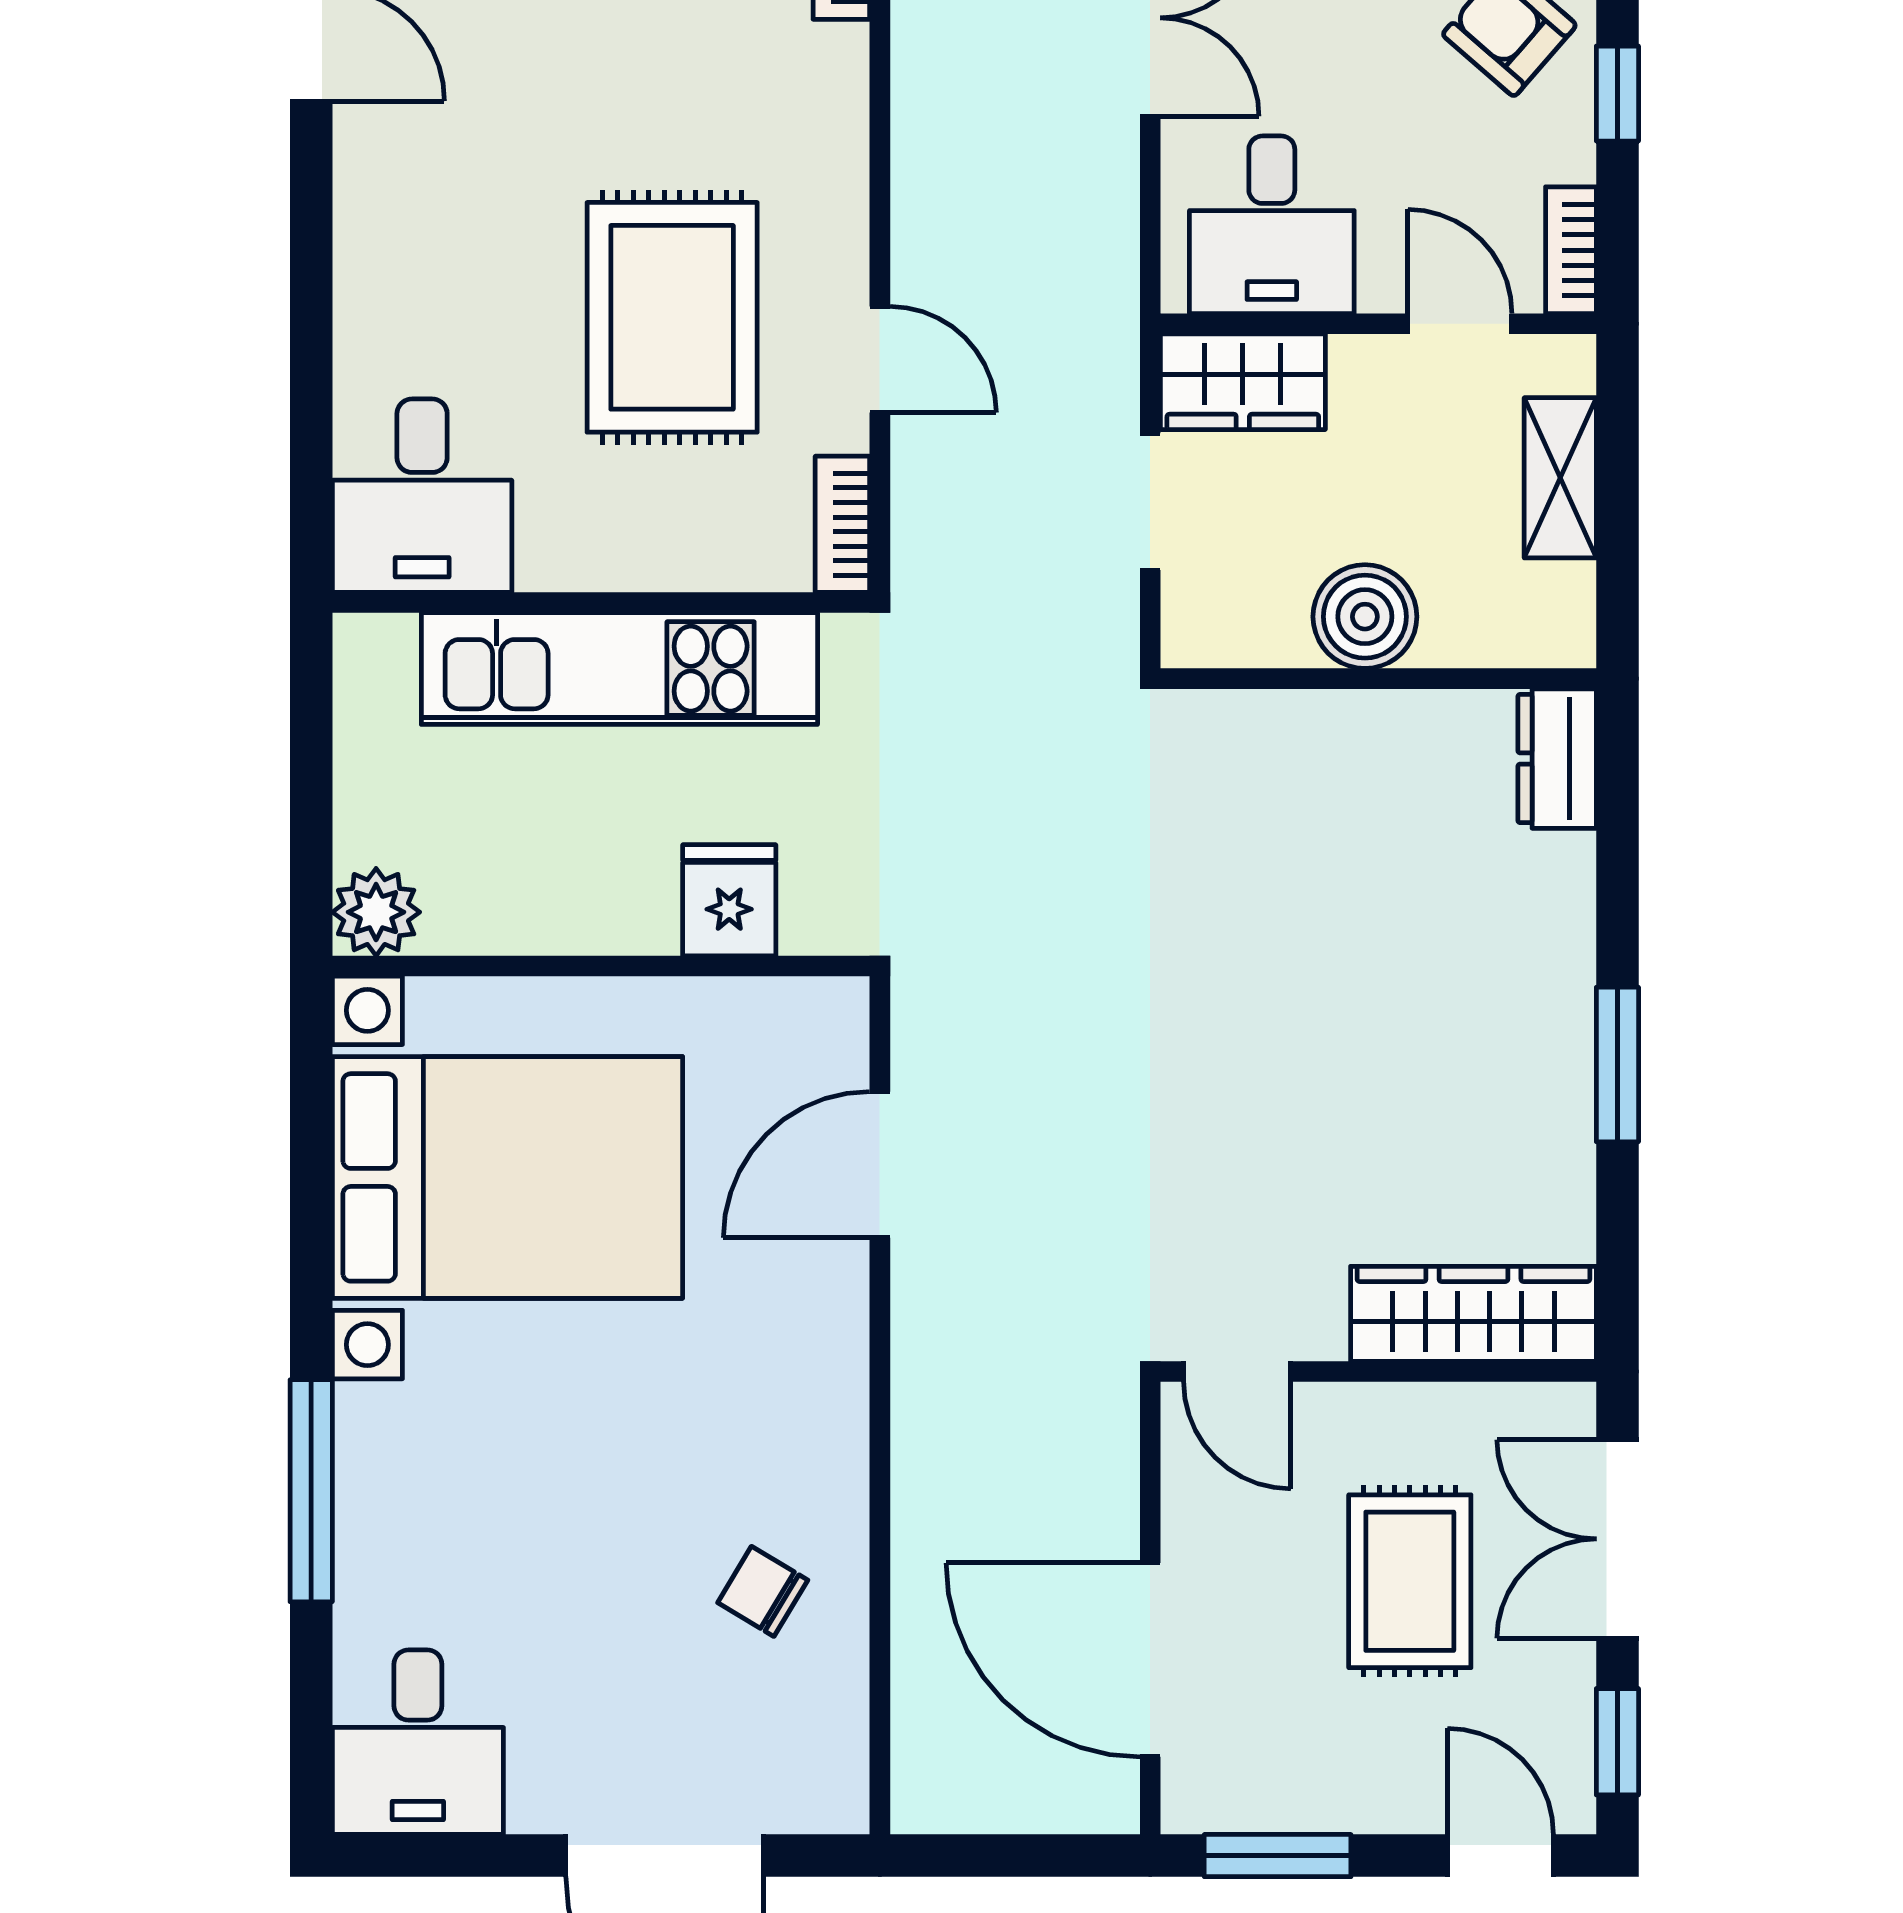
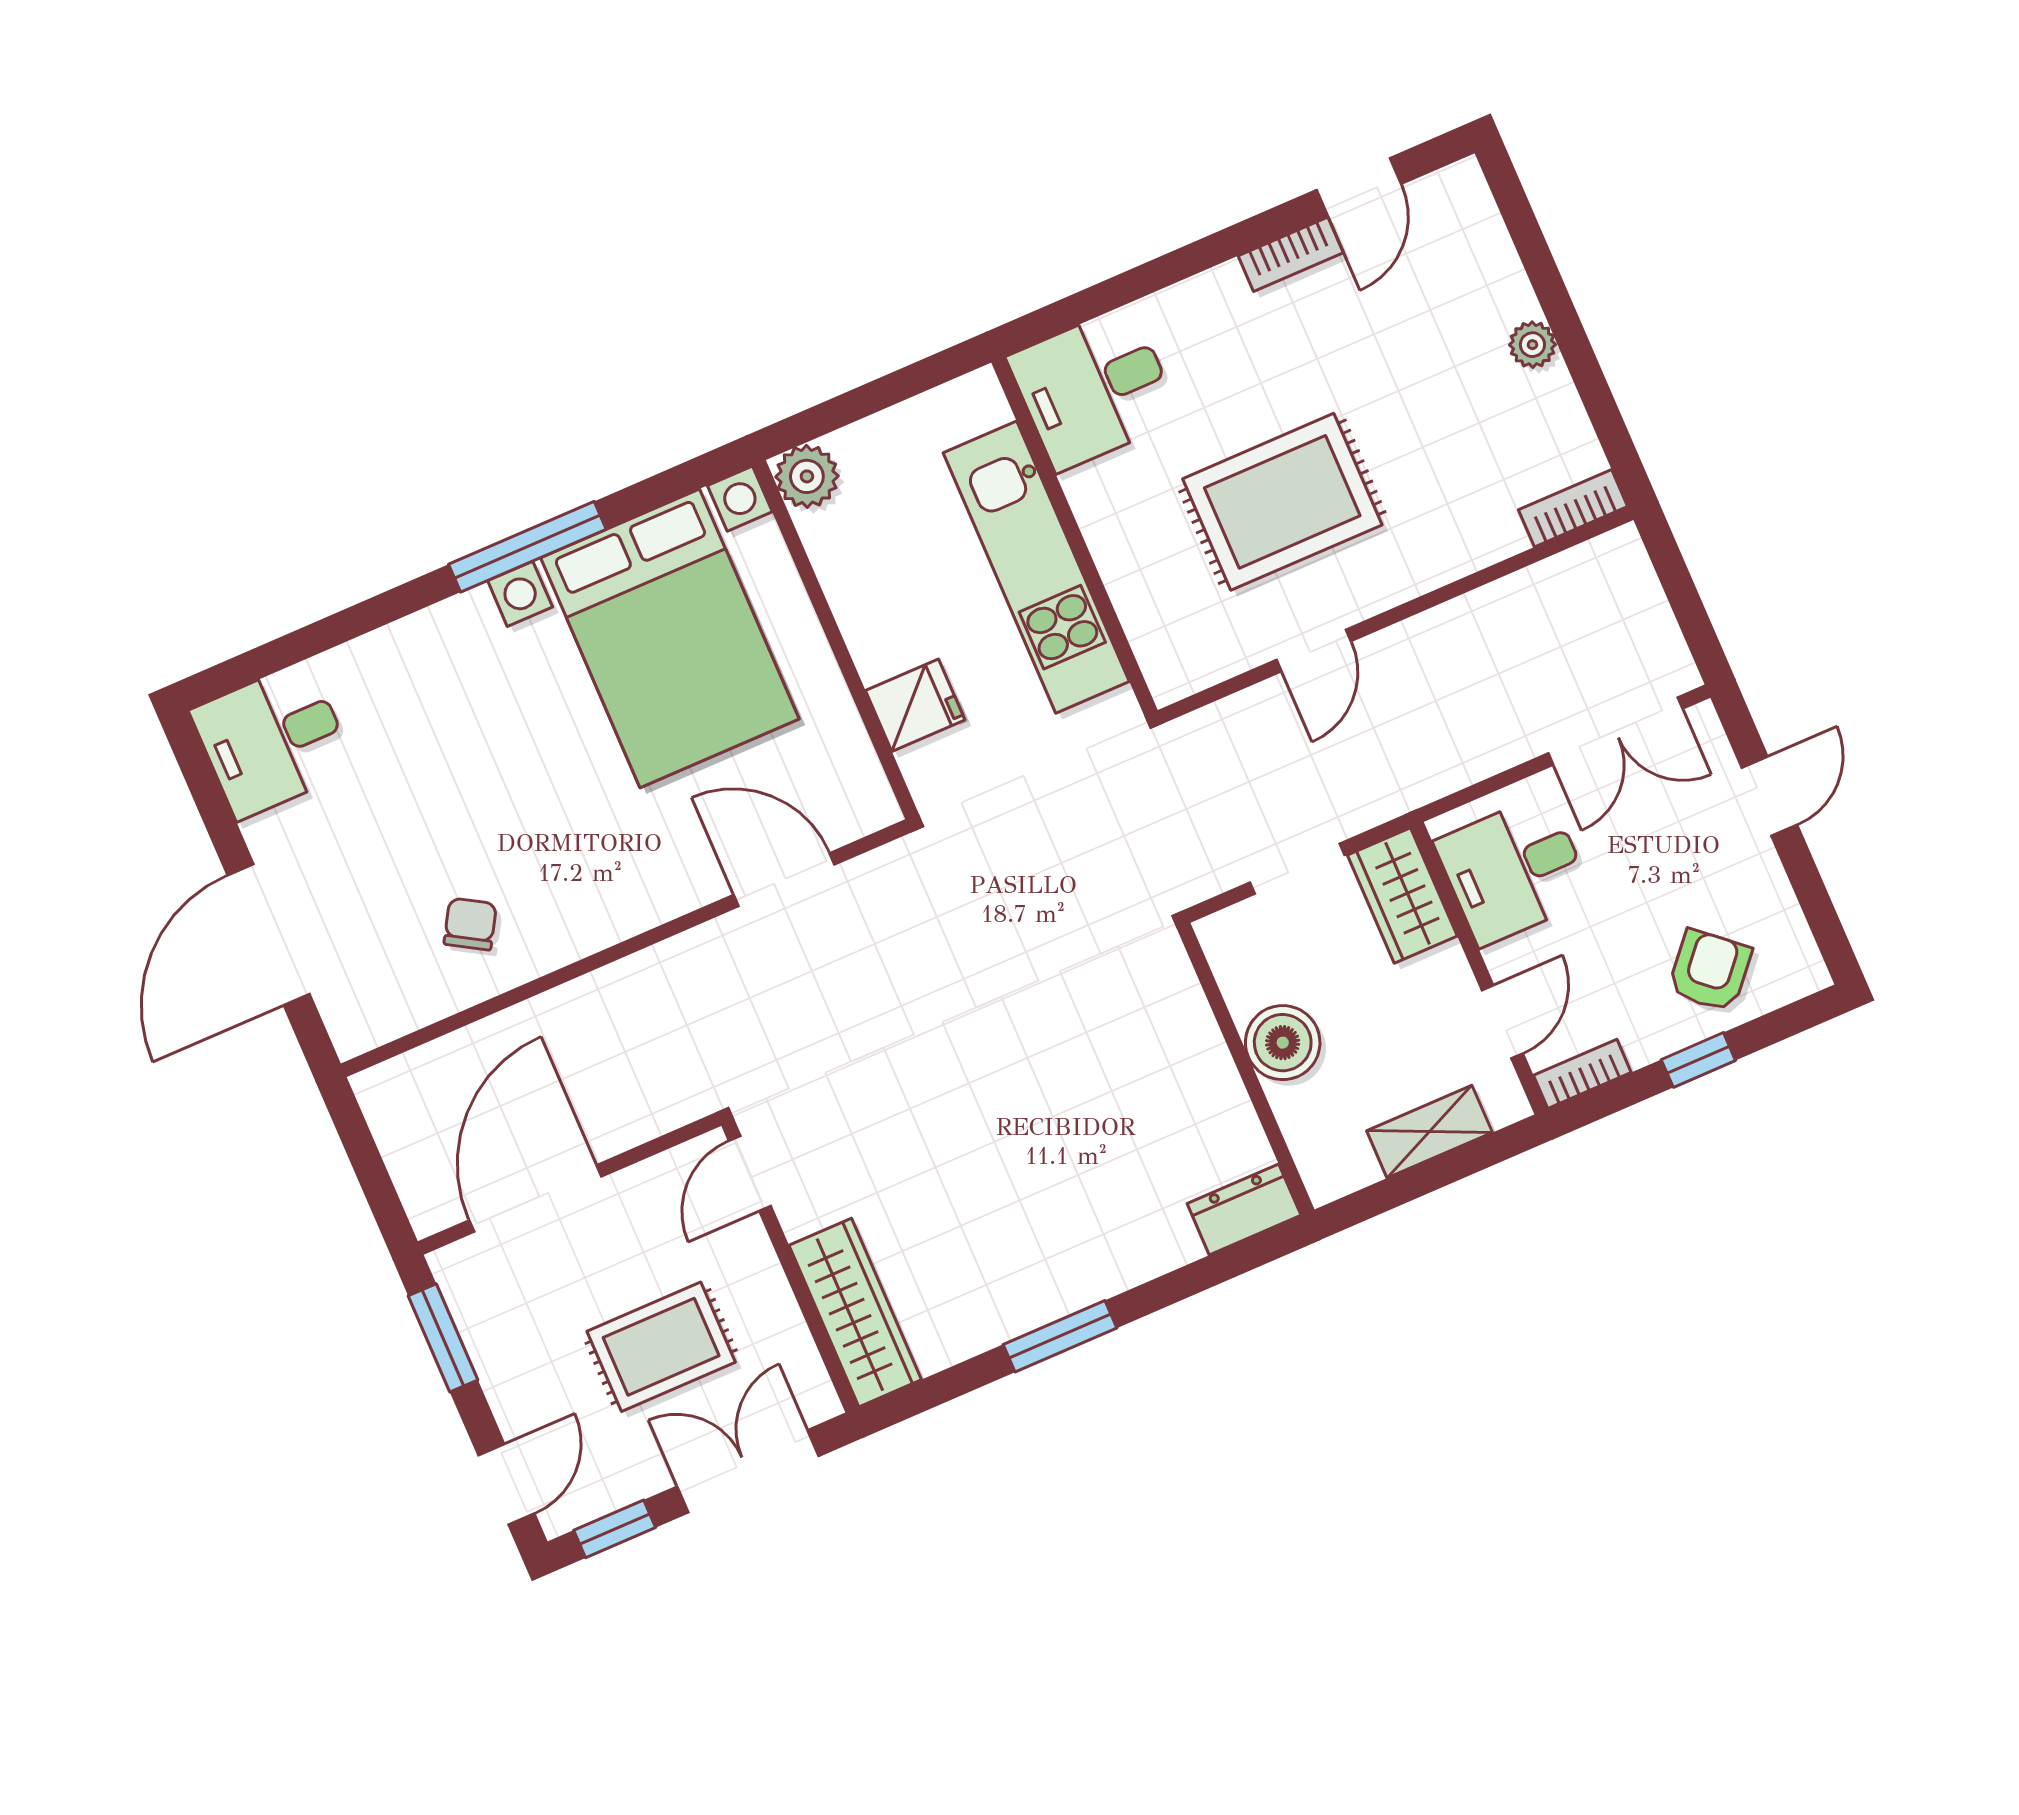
bookcase: (842, 524) -> (1291, 254), moved, turned 180
window: (311, 1491) -> (527, 547), moved

